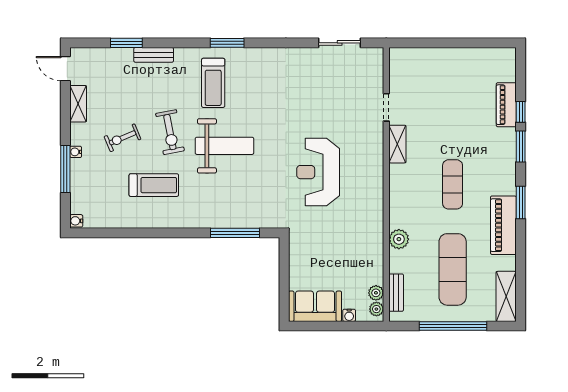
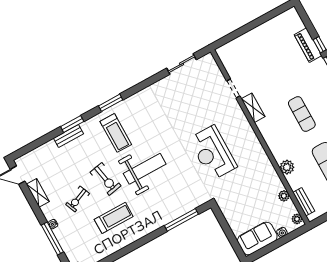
window: (126, 43) -> (72, 124), moved
plant: (376, 293) -> (284, 196), moved

